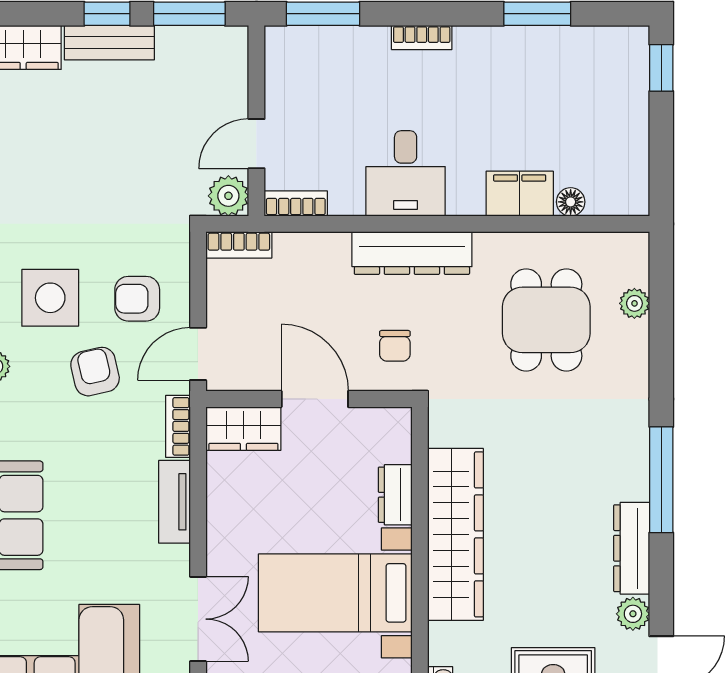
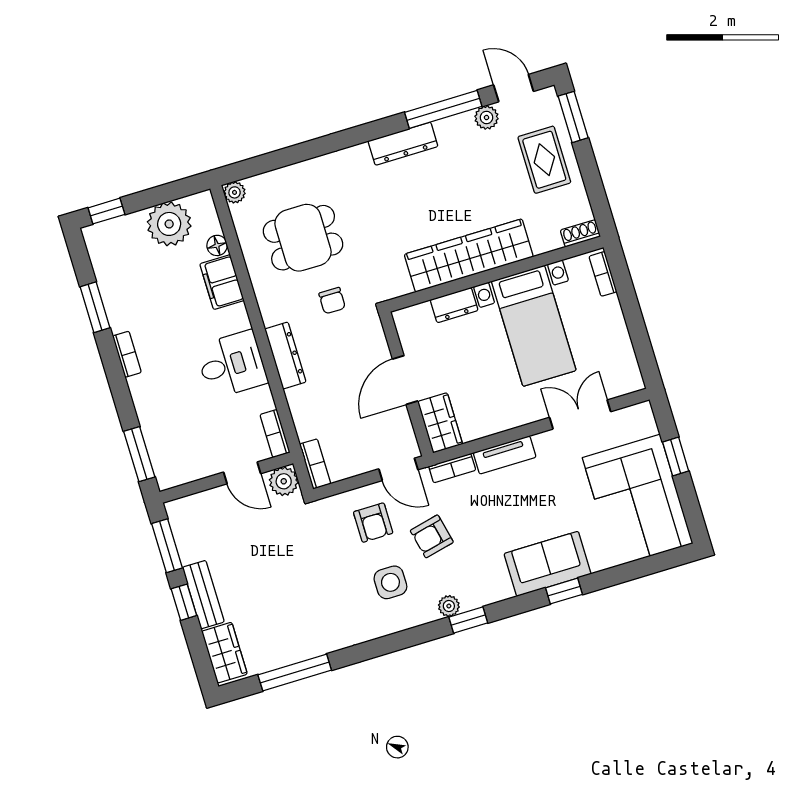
bookcase: (422, 37) -> (127, 354), moved
plant: (619, 147) -> (169, 224), added
dresser: (412, 253) -> (285, 356), width x0.73, depth x0.80
side table: (50, 298) -> (390, 582), width x0.73, depth x0.73
plant: (634, 303) -> (235, 192), moved
chair: (395, 346) -> (332, 301), moved, turned 90
window: (661, 480) -> (443, 109), moved
dresser: (632, 548) -> (403, 144), moved

